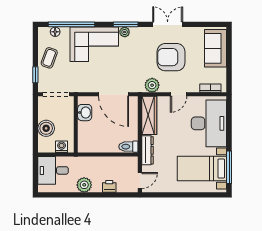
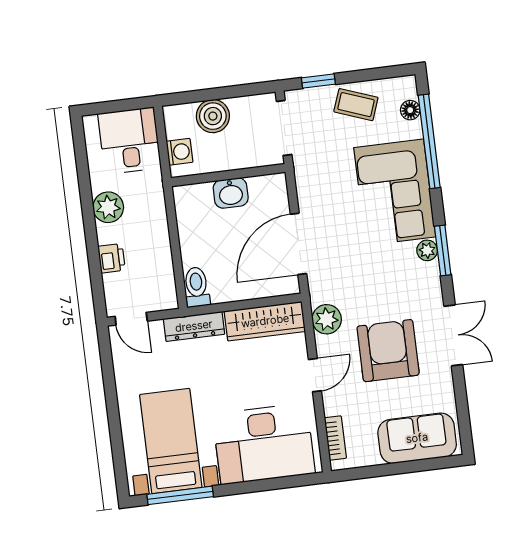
door: (179, 94) -> (315, 375), swing flipped
washbasin: (85, 113) -> (231, 193), moved

